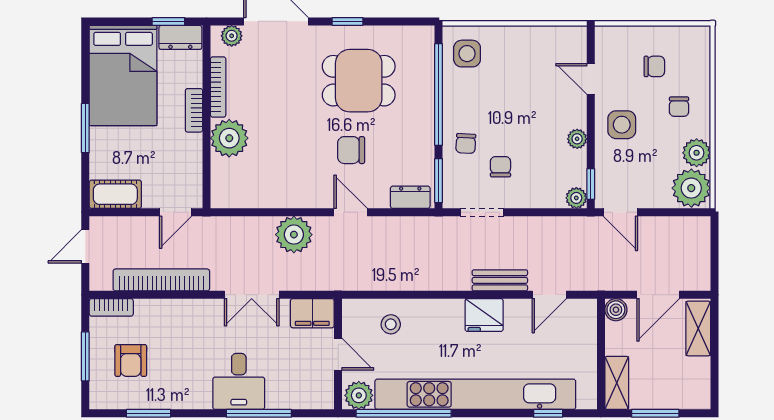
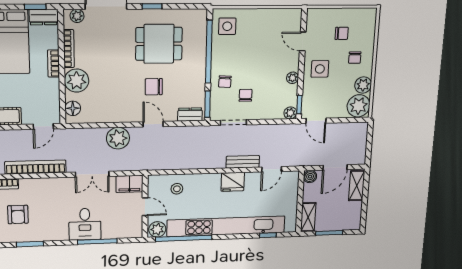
floor lamp: (223, 183) -> (73, 108), added

